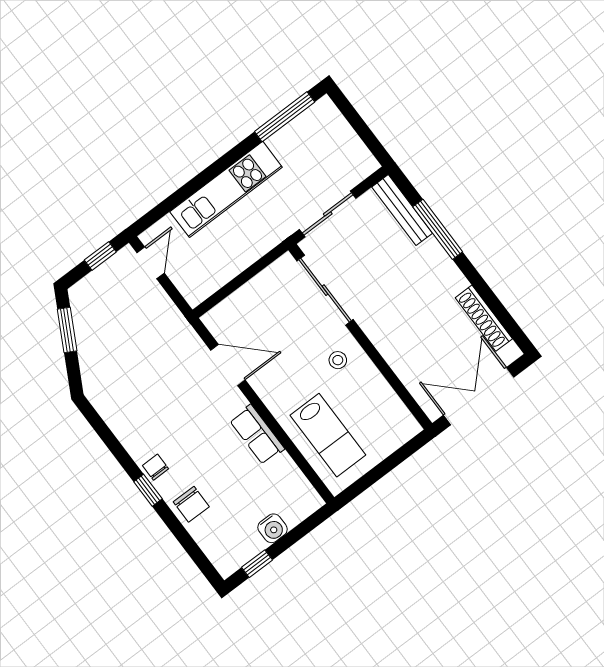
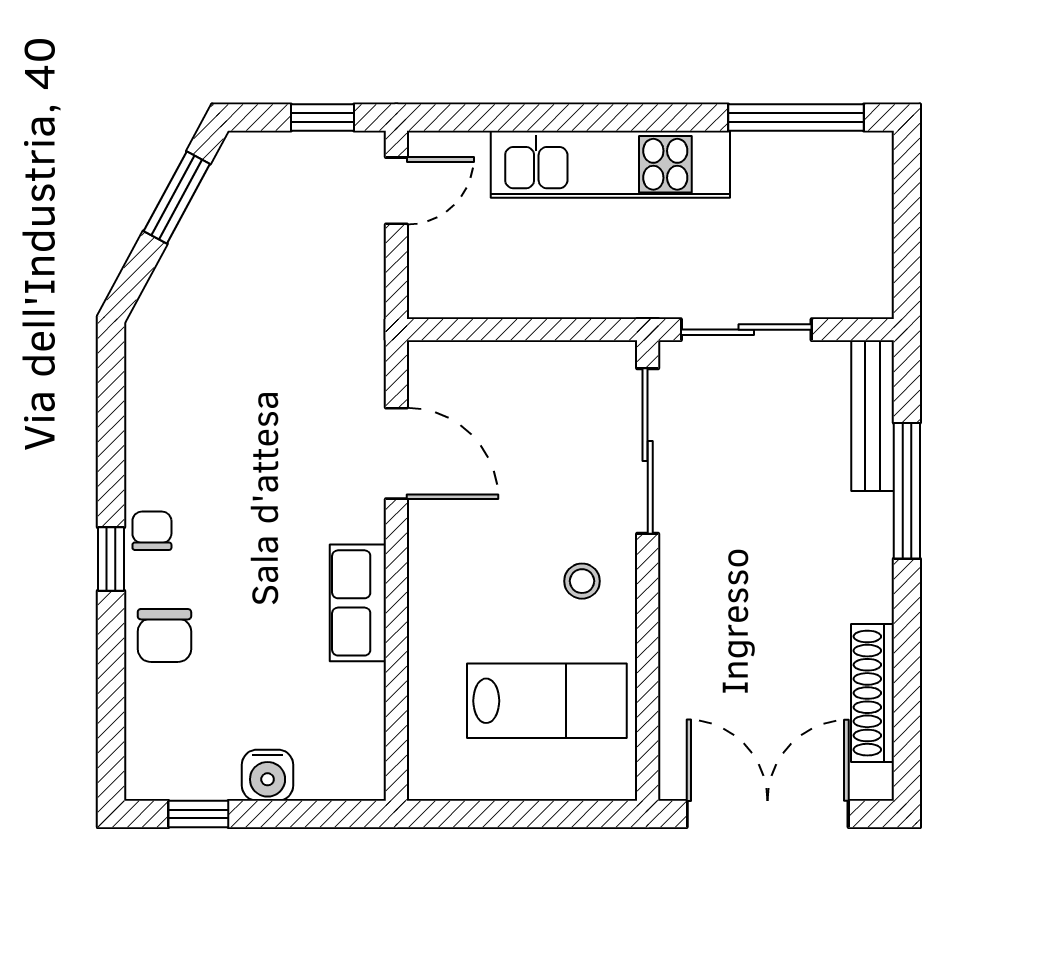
lab bench: (328, 435) -> (547, 701), moved, turned -90

